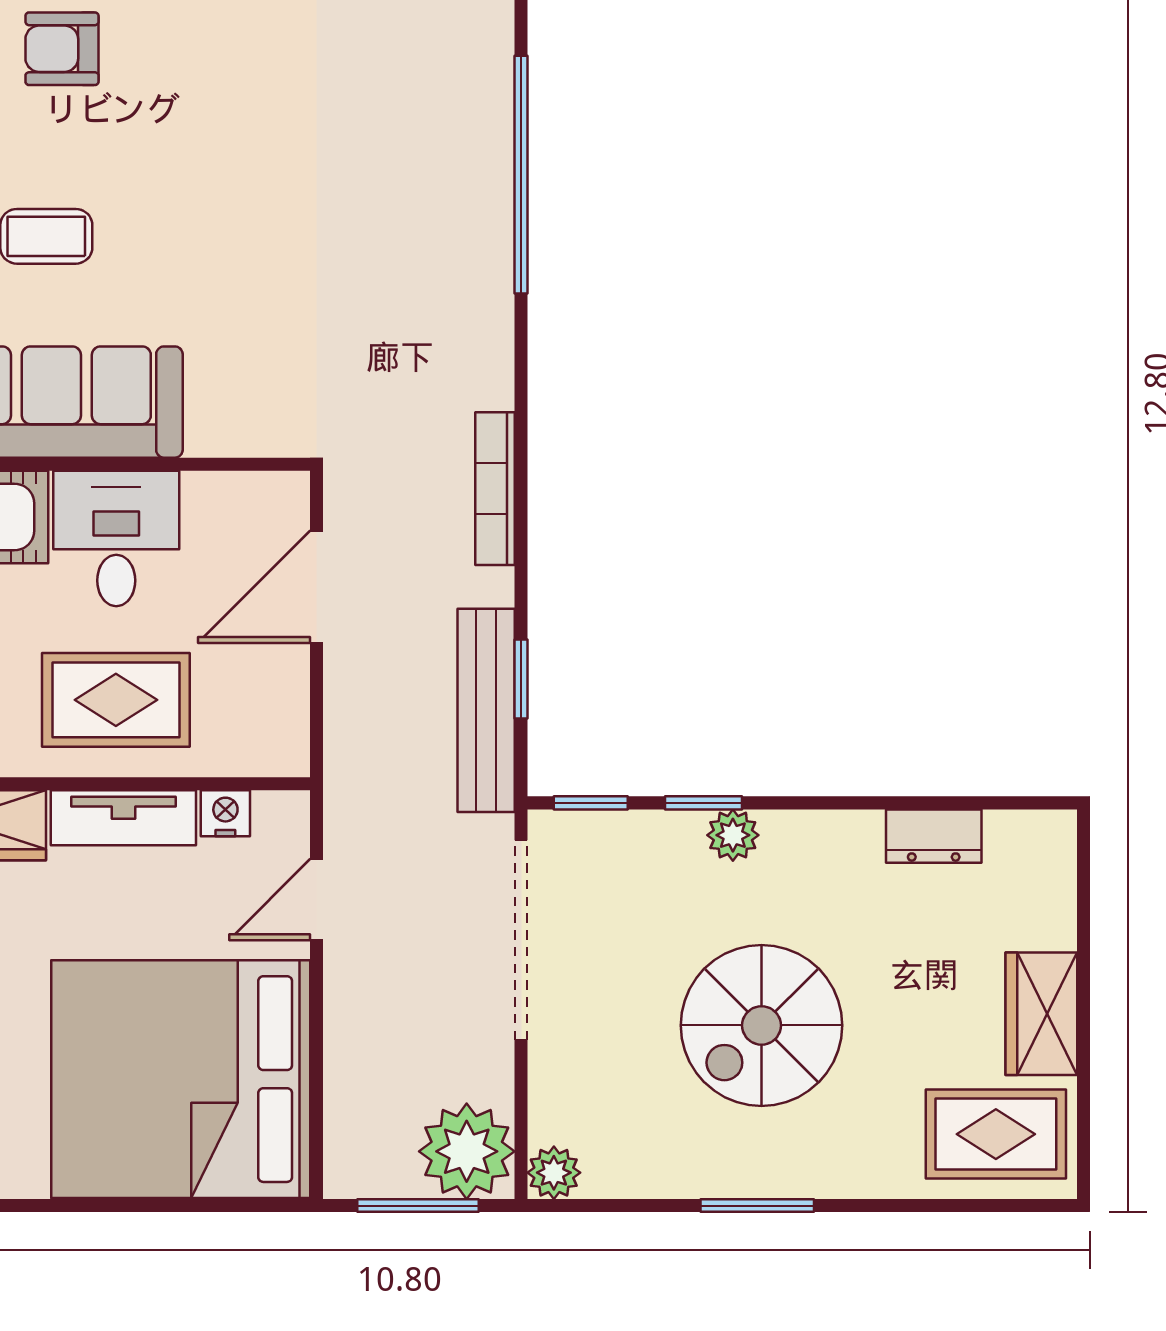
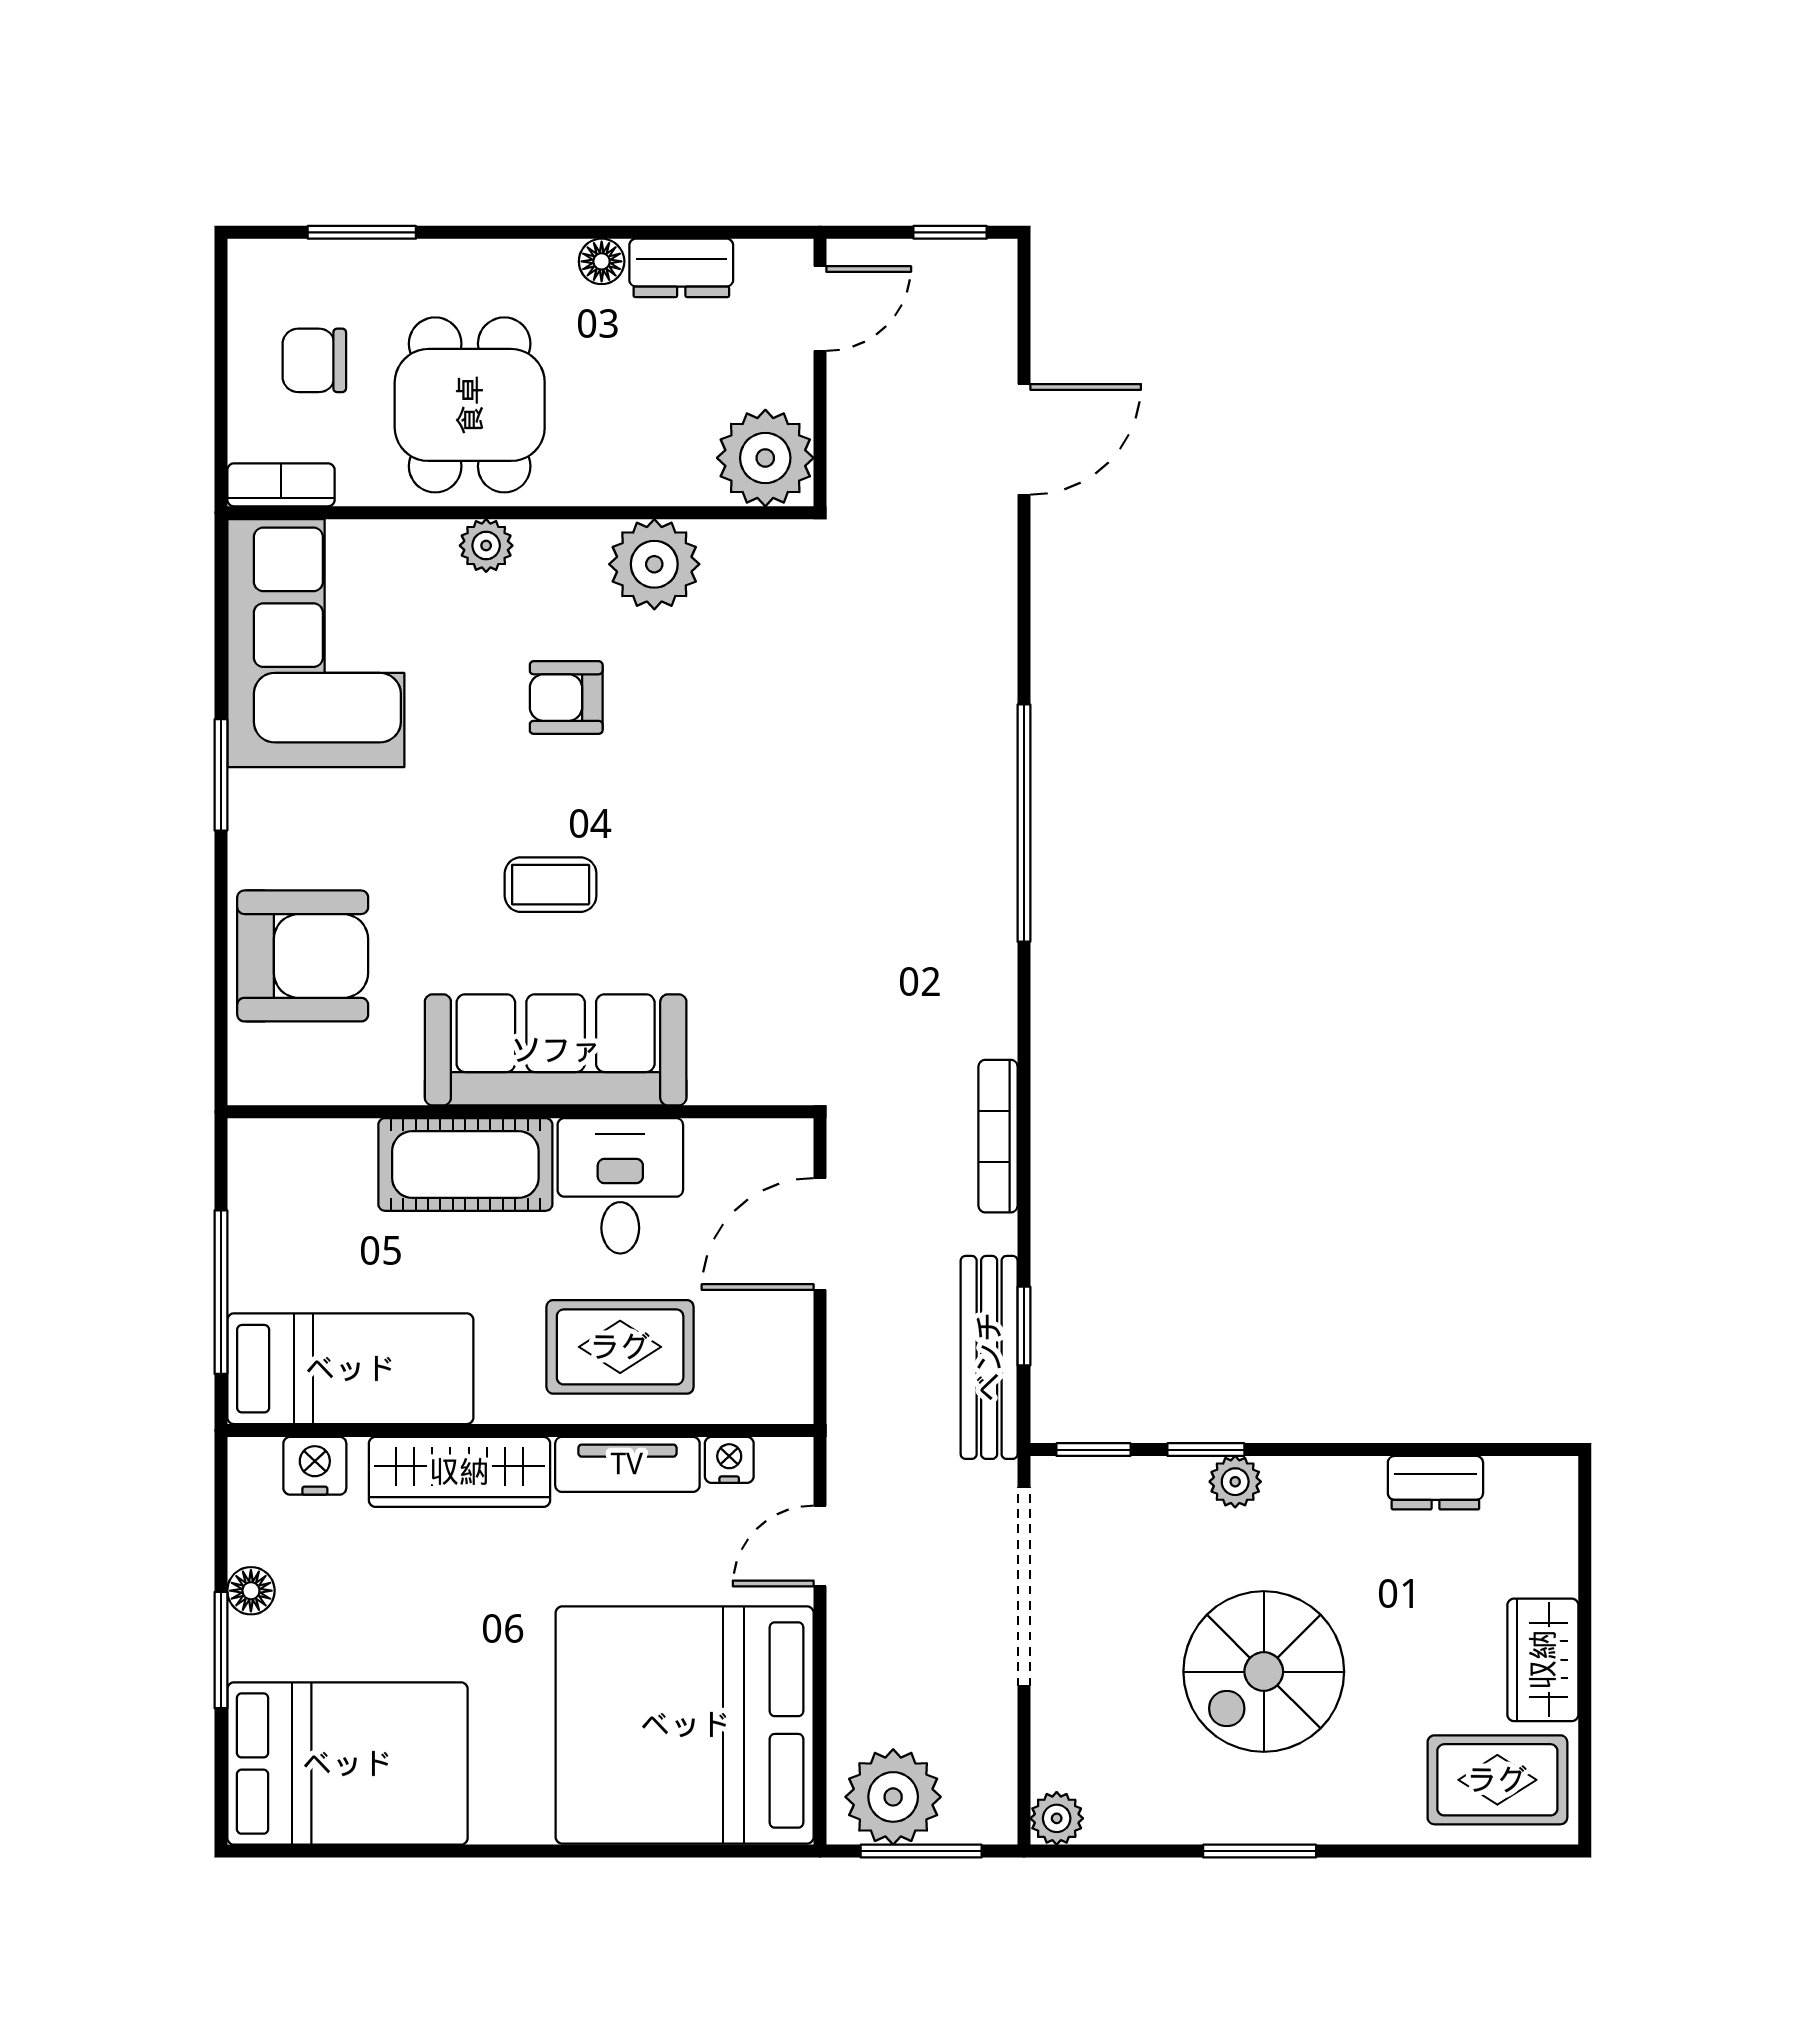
plant: (467, 1151) -> (893, 1797), moved

